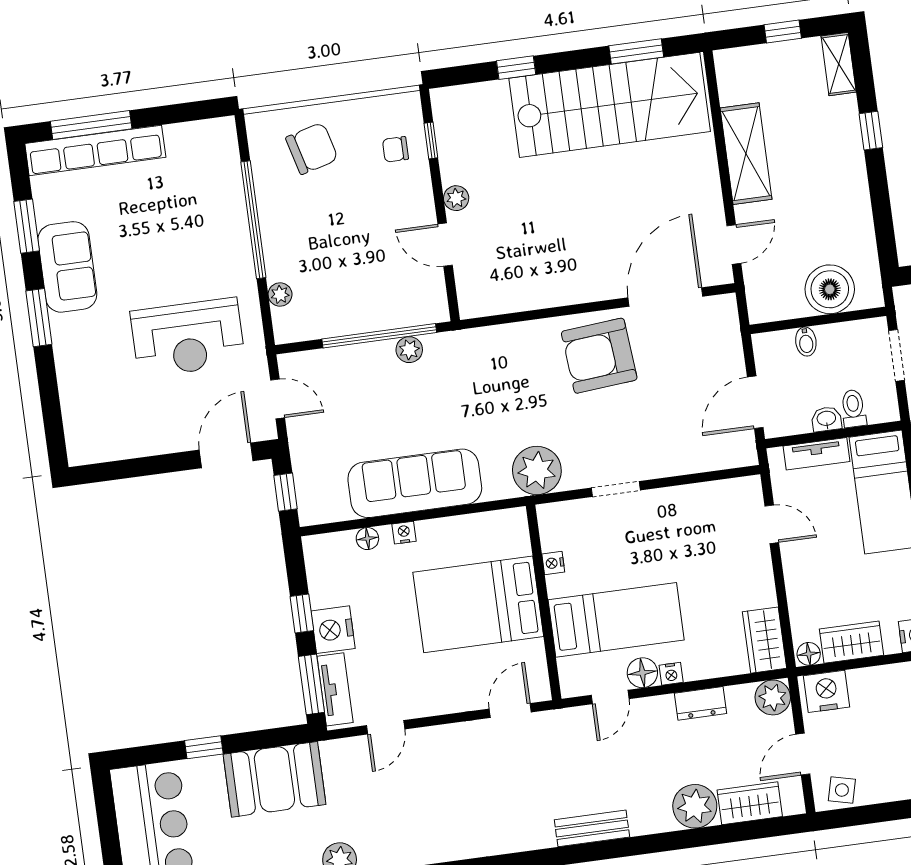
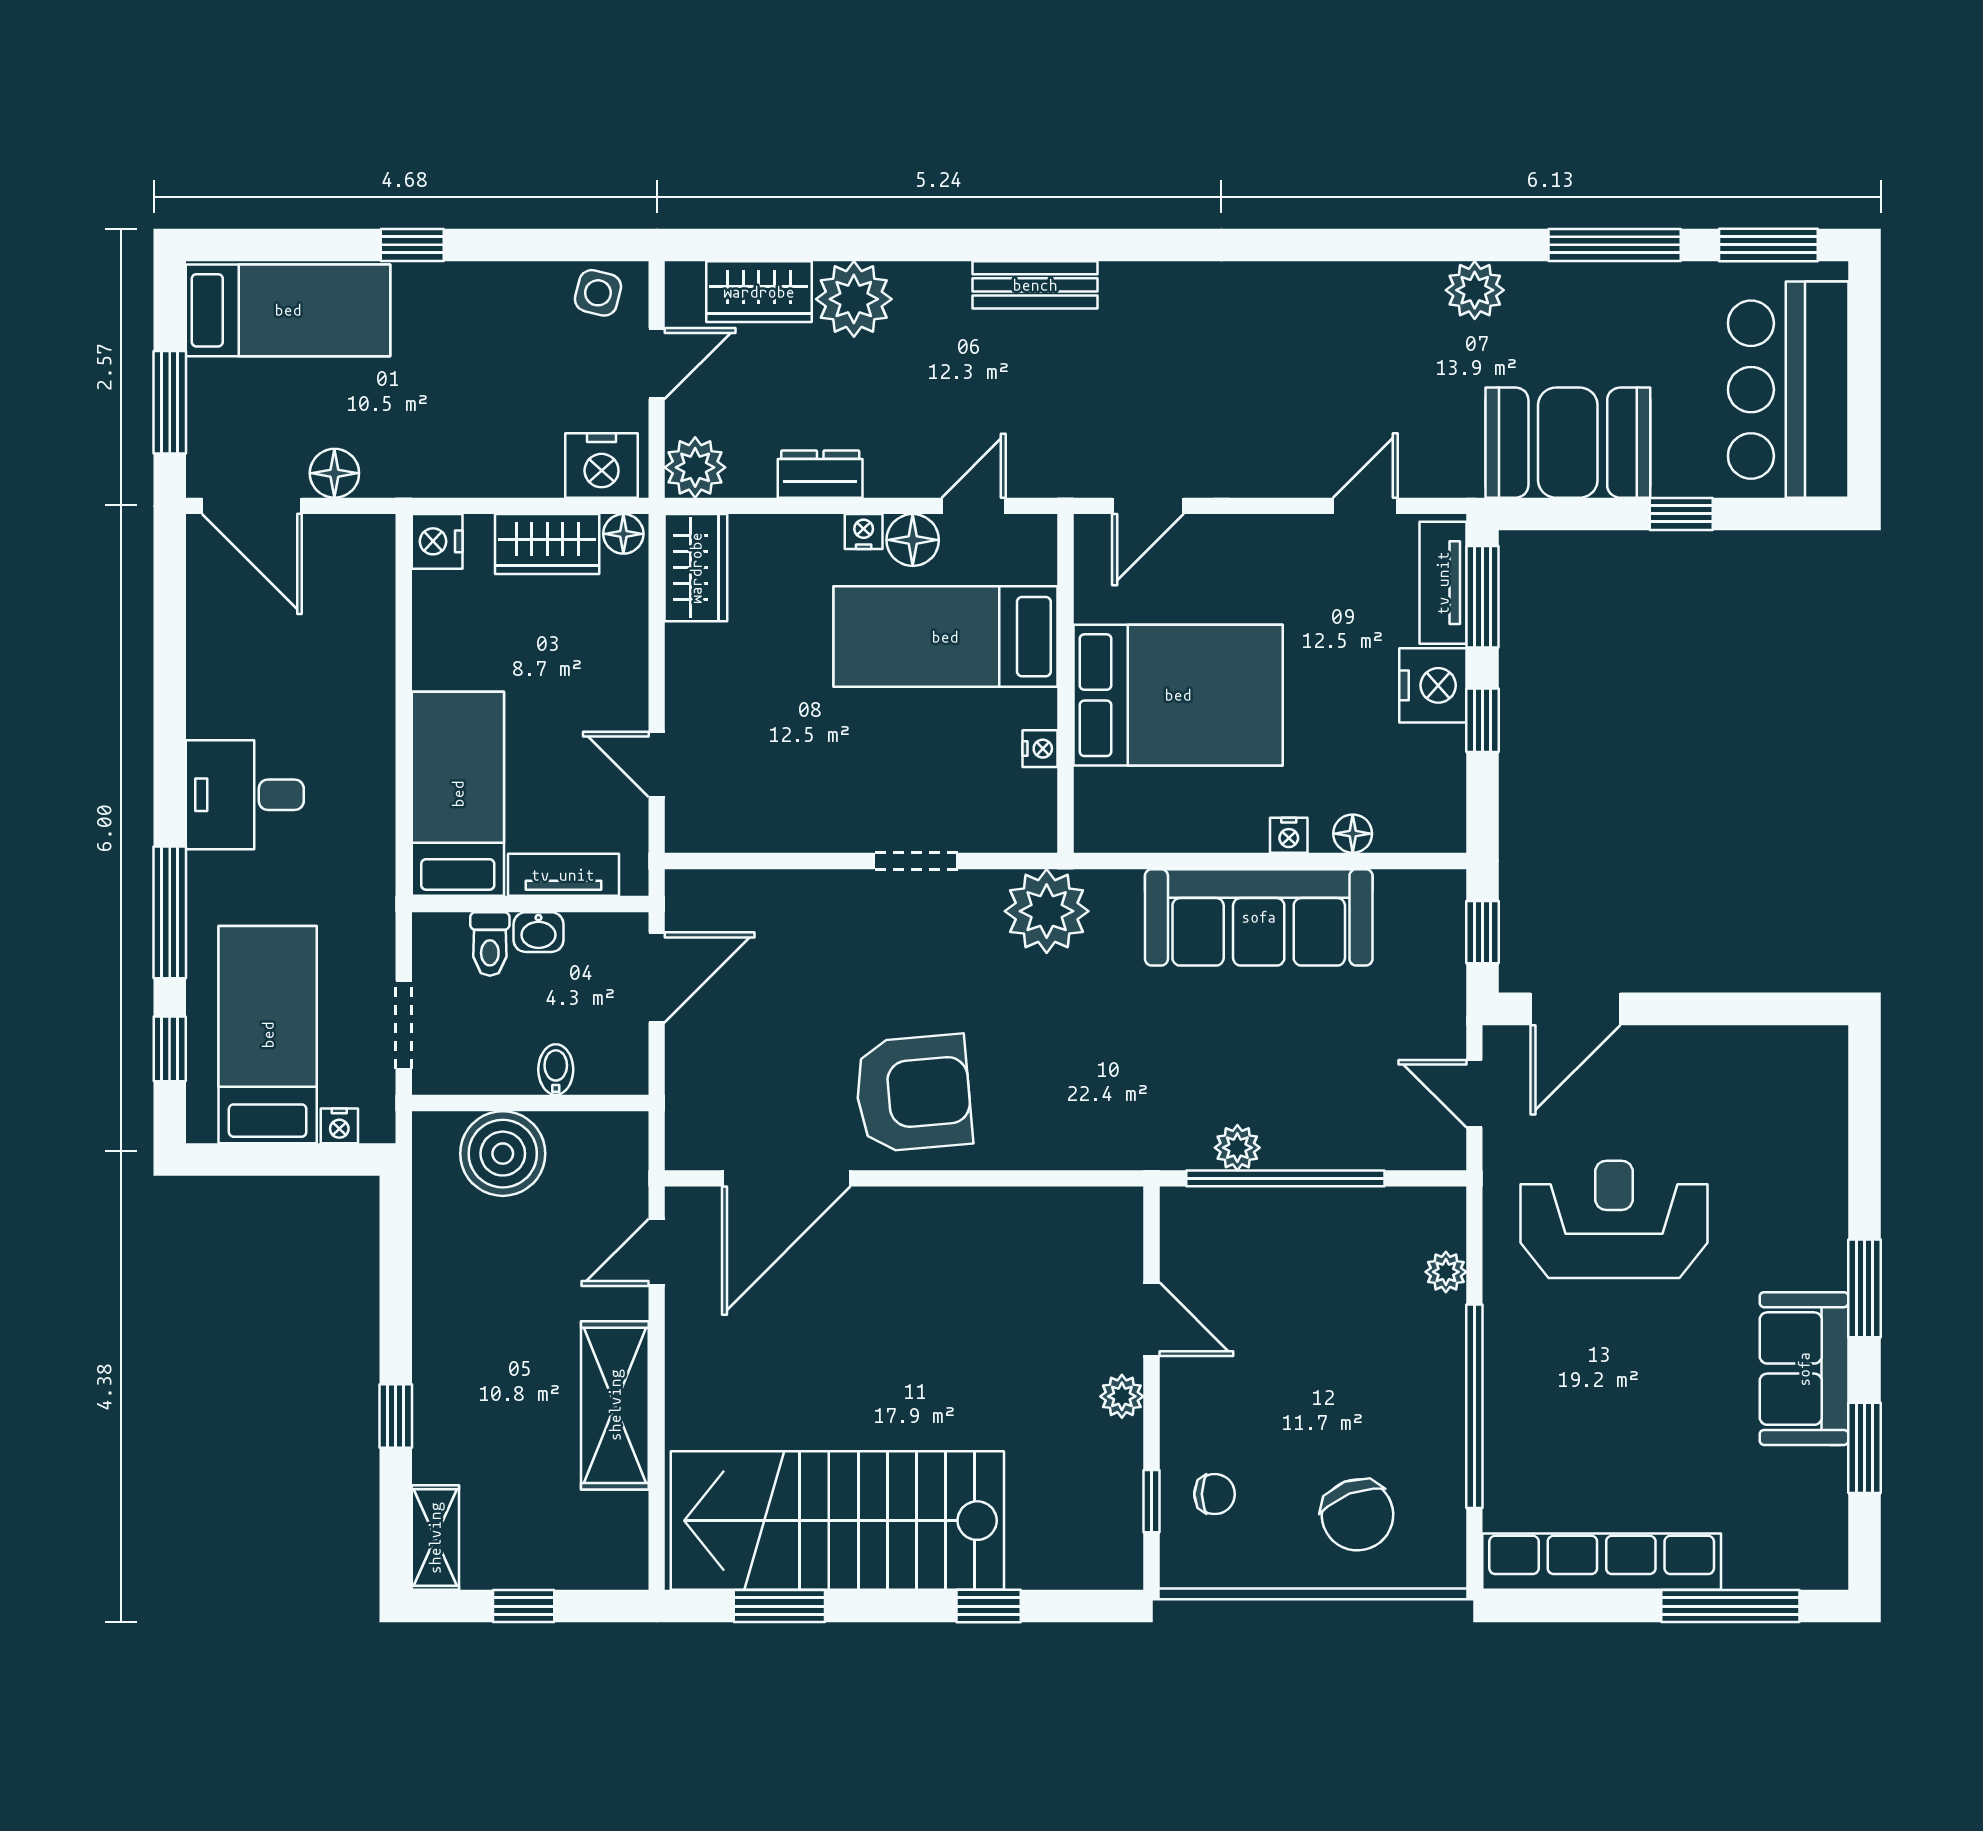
chair: (312, 148) -> (1357, 1515), turned -96
row of seats: (95, 150) -> (1602, 1562), moved

